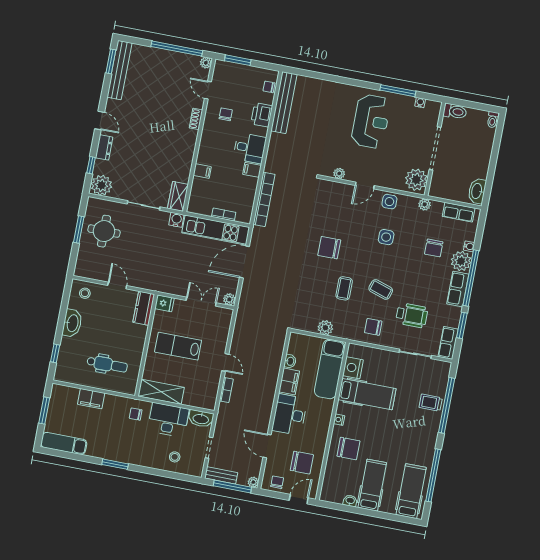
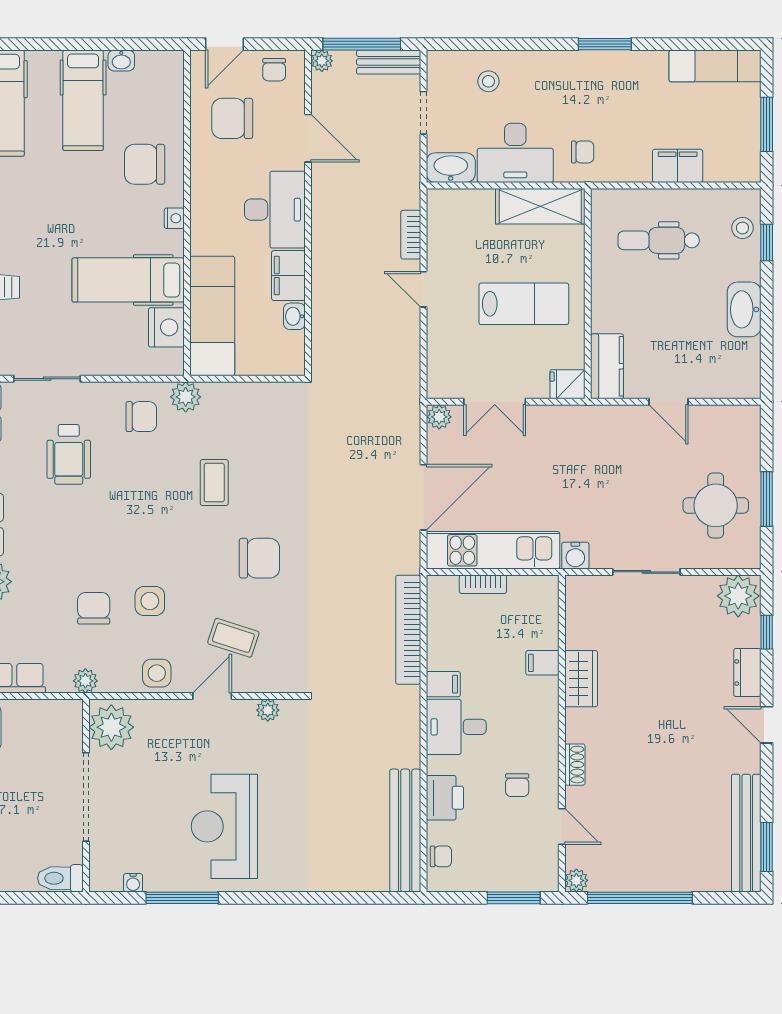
wardrobe: (178, 196) -> (581, 679), moved
chair: (434, 248) -> (94, 608), moved
coffee table: (381, 289) -> (233, 638), moved
stool: (85, 293) -> (742, 228), moved
wheelchair: (412, 315) -> (69, 454), turned -90
plant: (325, 328) -> (186, 397), moved

